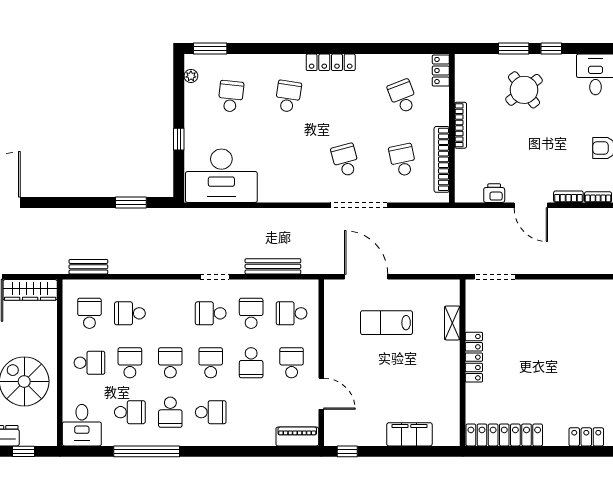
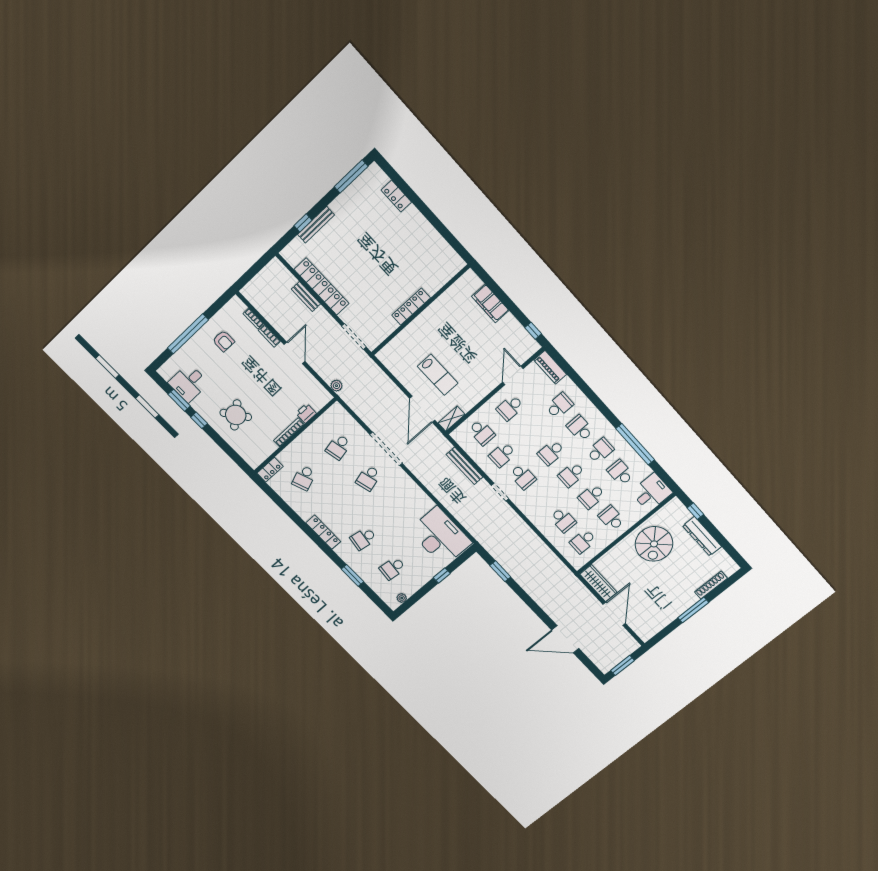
window: (210, 49) -> (352, 575), moved
window: (514, 49) -> (179, 400), moved
bookcase: (442, 159) -> (317, 426), removed
printer: (494, 193) -> (306, 413), moved, turned 90
plant: (464, 215) -> (336, 386), added
bench: (88, 267) -> (306, 297), moved
shelving: (452, 323) -> (451, 419), moved
school desk: (251, 363) -> (559, 406), moved
locker: (504, 435) -> (322, 286), moved, turned 180

